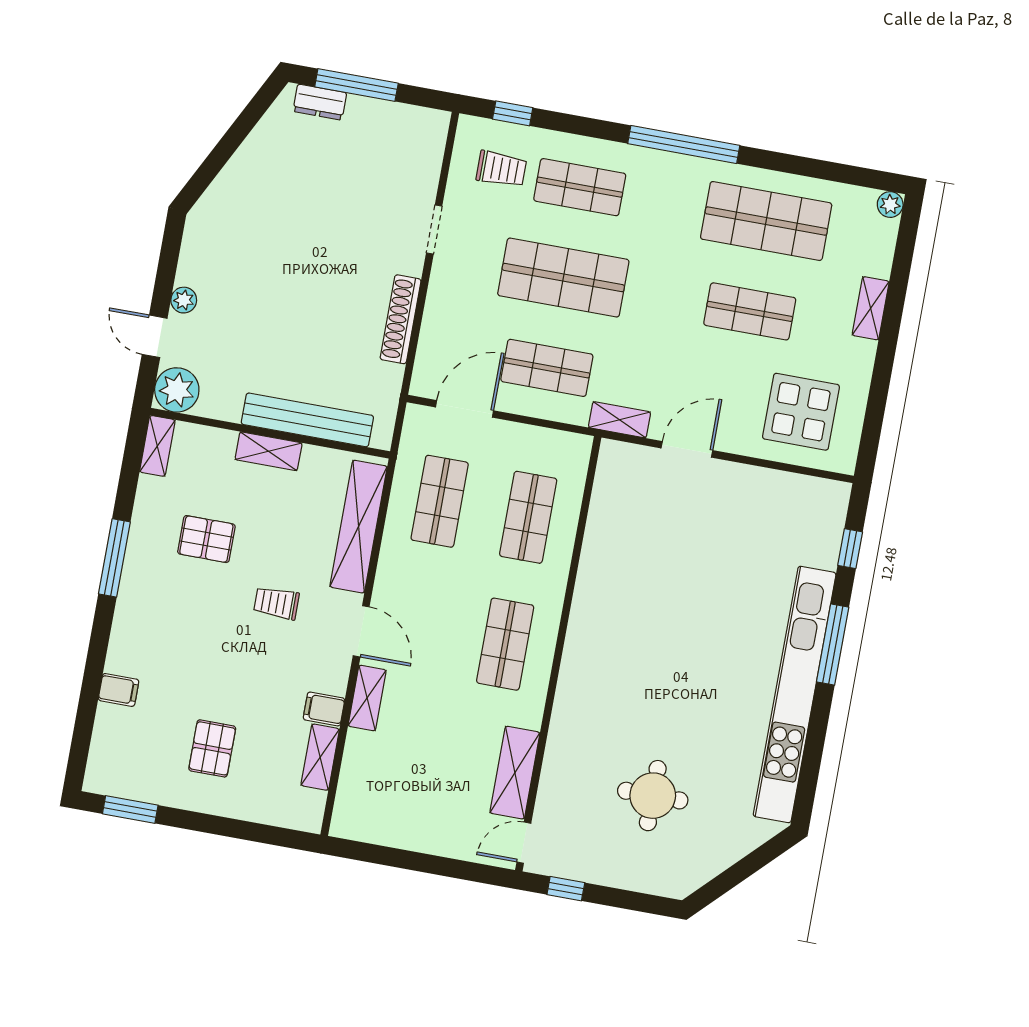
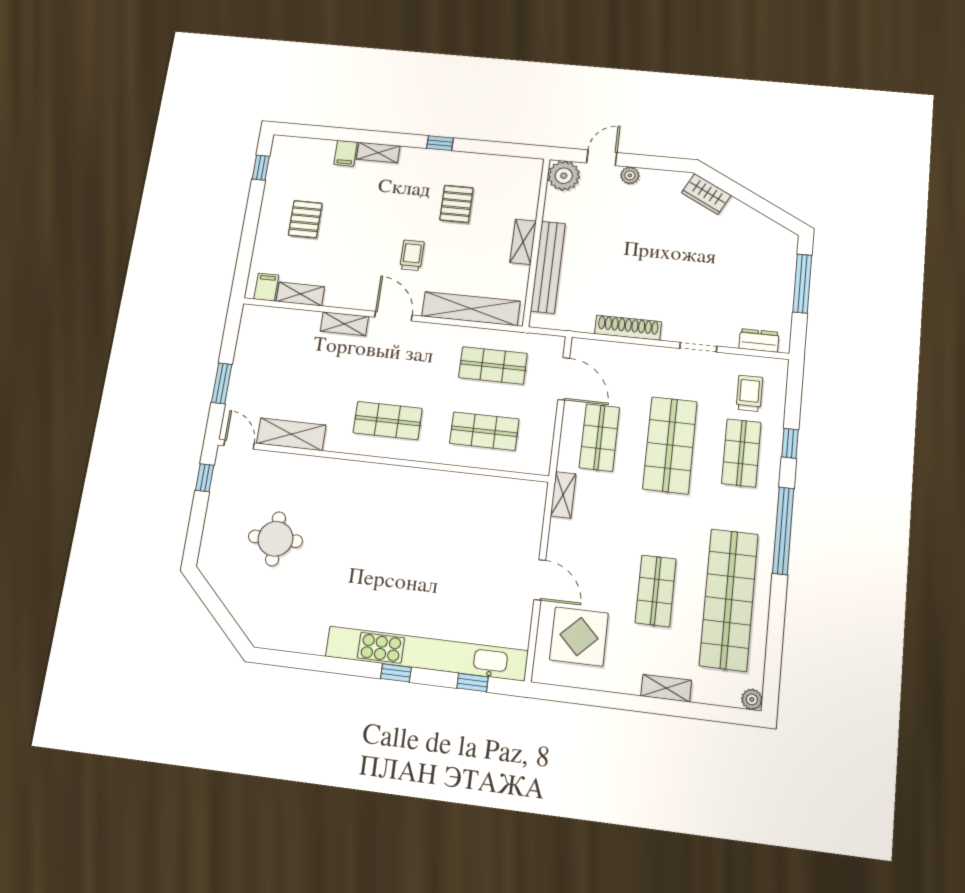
dresser: (320, 102) -> (759, 340), moved, turned 90
window: (513, 113) -> (790, 443), moved
trolley: (501, 169) -> (749, 393), turned 180
wardrobe: (219, 199) -> (706, 194), added
shop shelf: (766, 221) -> (729, 599), width x1.40
shelving: (157, 446) -> (378, 153), moved
door: (687, 449) -> (540, 580), moved
window: (114, 558) -> (440, 143), width x0.46
door: (361, 631) -> (393, 316), swing flipped
window: (833, 645) -> (396, 673), width x0.46
kitchen unit: (795, 694) -> (426, 653), moved
filing cabinet: (324, 709) -> (266, 287), moved
pallet: (212, 748) -> (305, 219), turned 90
window: (130, 809) -> (261, 168), width x0.67
window: (439, 865) -> (222, 383), added

